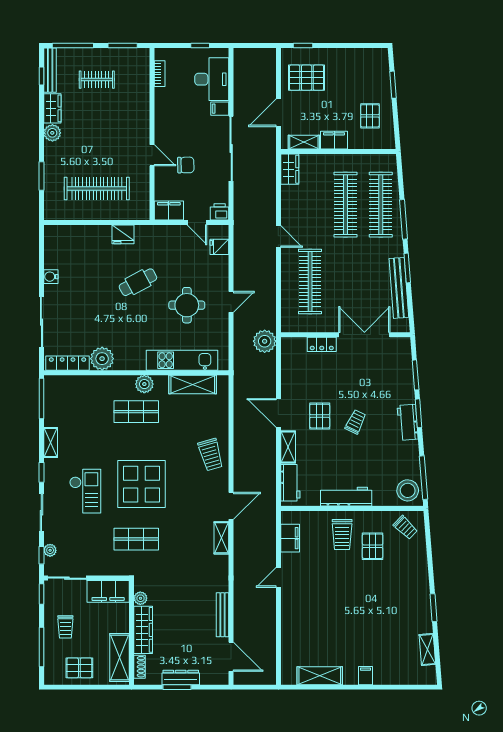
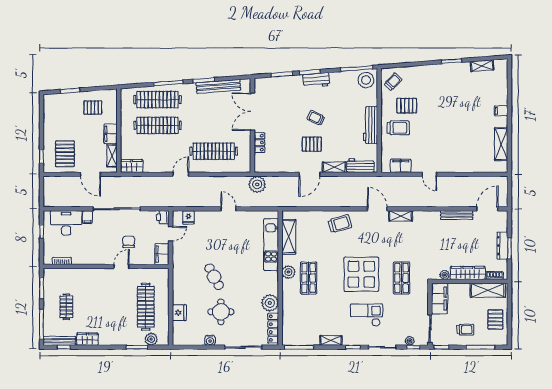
plant: (52, 133) -> (151, 339), moved
fridge: (123, 234) -> (179, 313), moved
round table: (187, 305) -> (221, 312), moved

